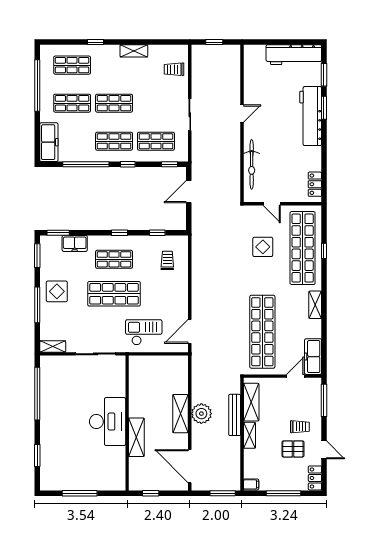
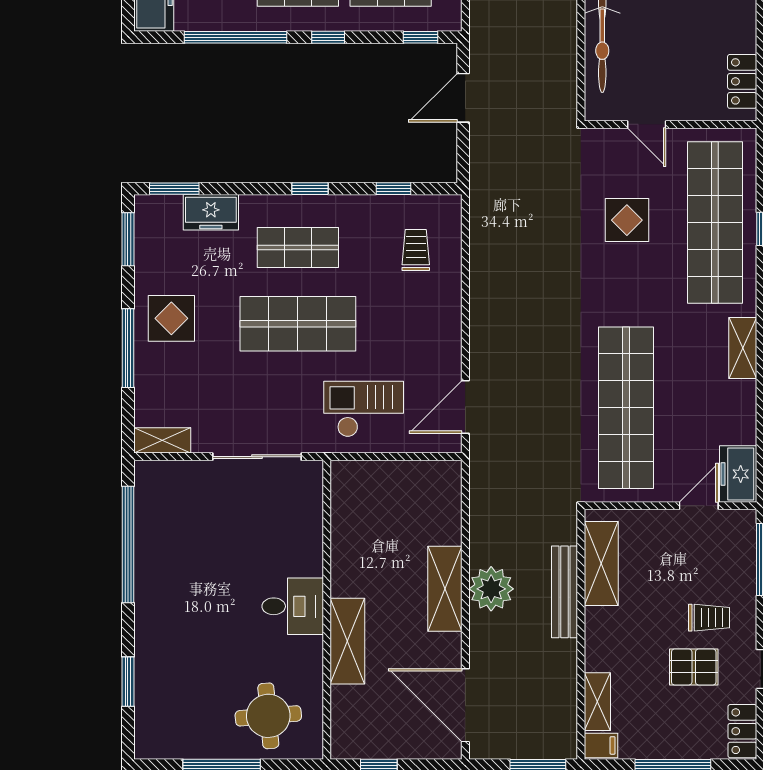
freezer: (313, 357) -> (738, 474), width x0.71
desk: (108, 422) -> (293, 606), width x0.53, depth x0.77
shelving: (249, 435) -> (597, 702), moved
round table: (101, 471) -> (268, 716), added

